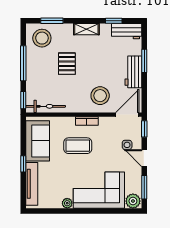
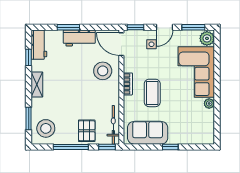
pallet: (67, 64) -> (87, 131), moved, turned 90
tv unit: (32, 184) -> (190, 139), removed

